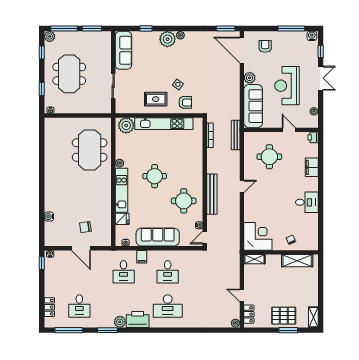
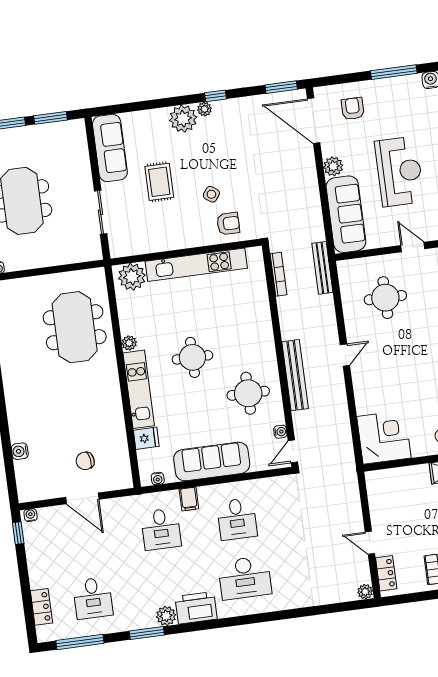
window: (146, 29) -> (216, 96), moved
reception desk: (287, 86) -> (399, 171), turned 180
rug: (156, 99) -> (159, 182), moved, turned 90
shelving: (254, 259) -> (383, 477), removed

